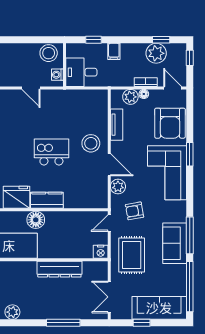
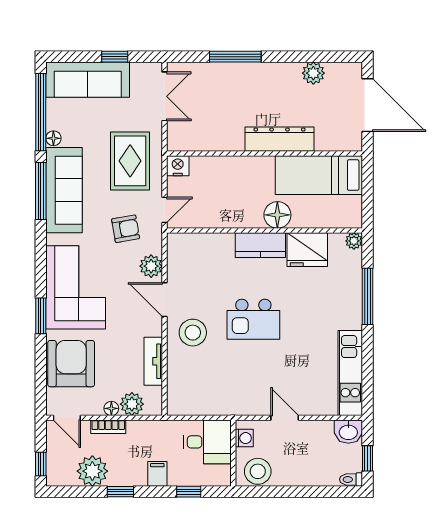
window: (161, 40) -> (120, 492), moved
sofa: (175, 243) -> (64, 190), width x1.36
dresser: (59, 269) -> (279, 139), moved
floor lamp: (181, 270) -> (53, 138), added

